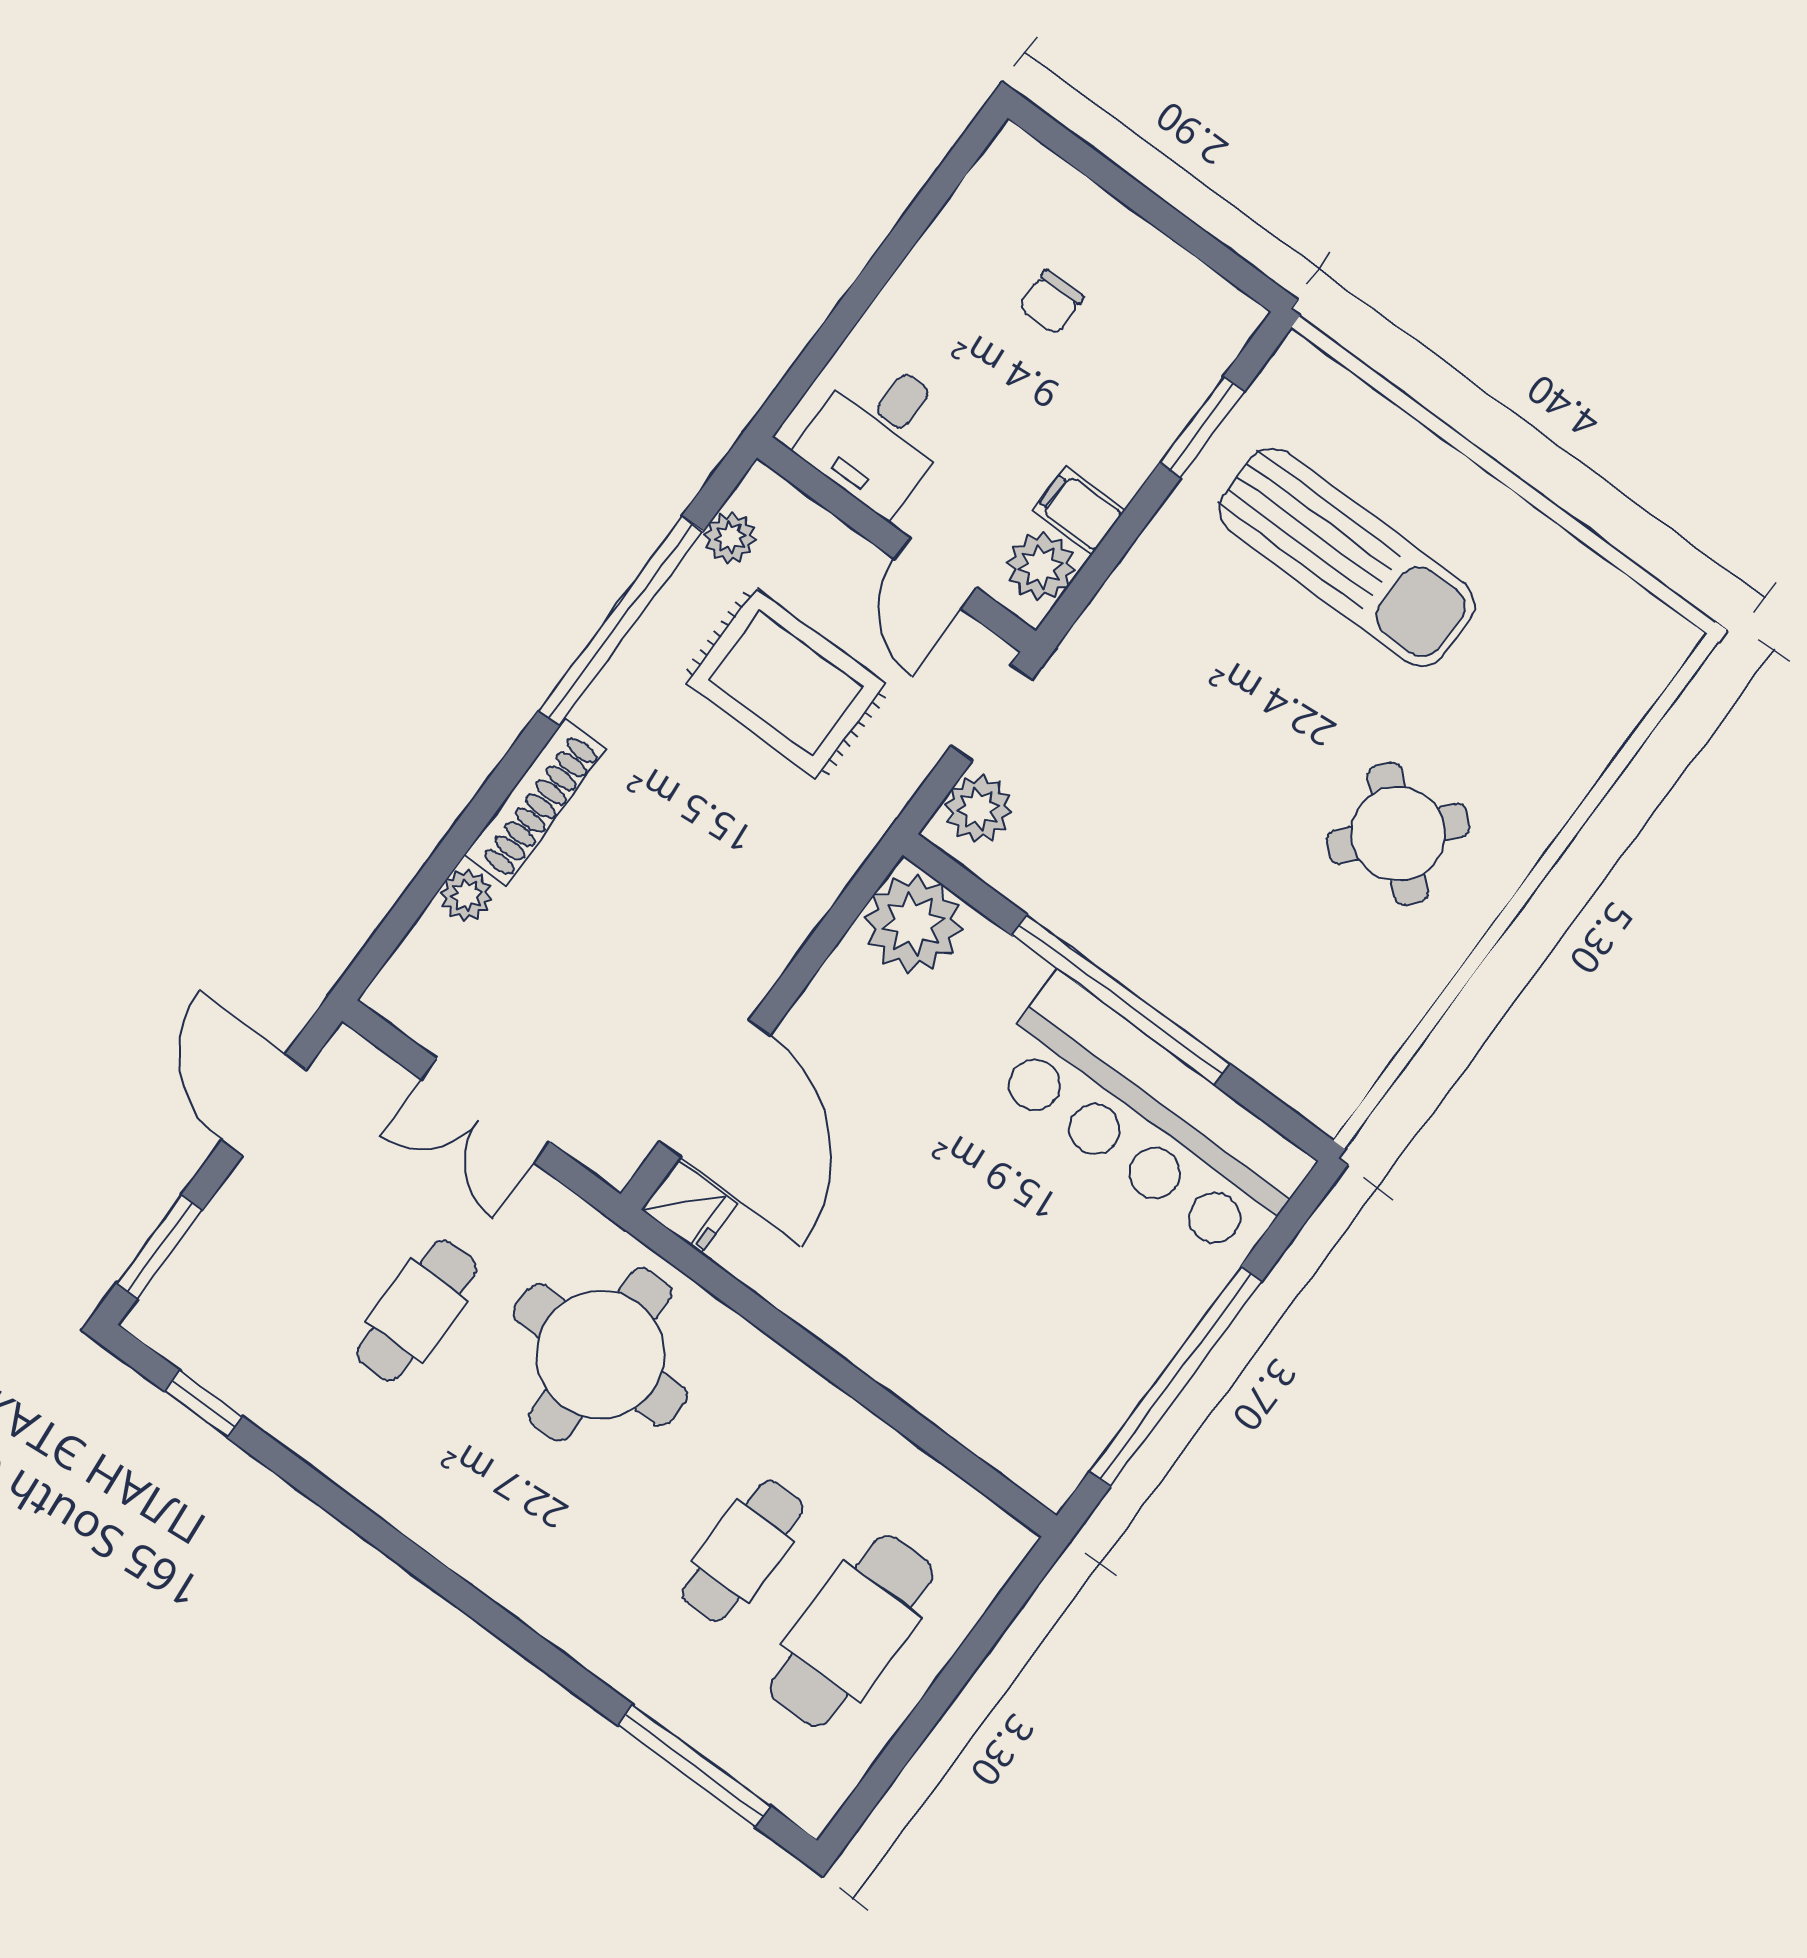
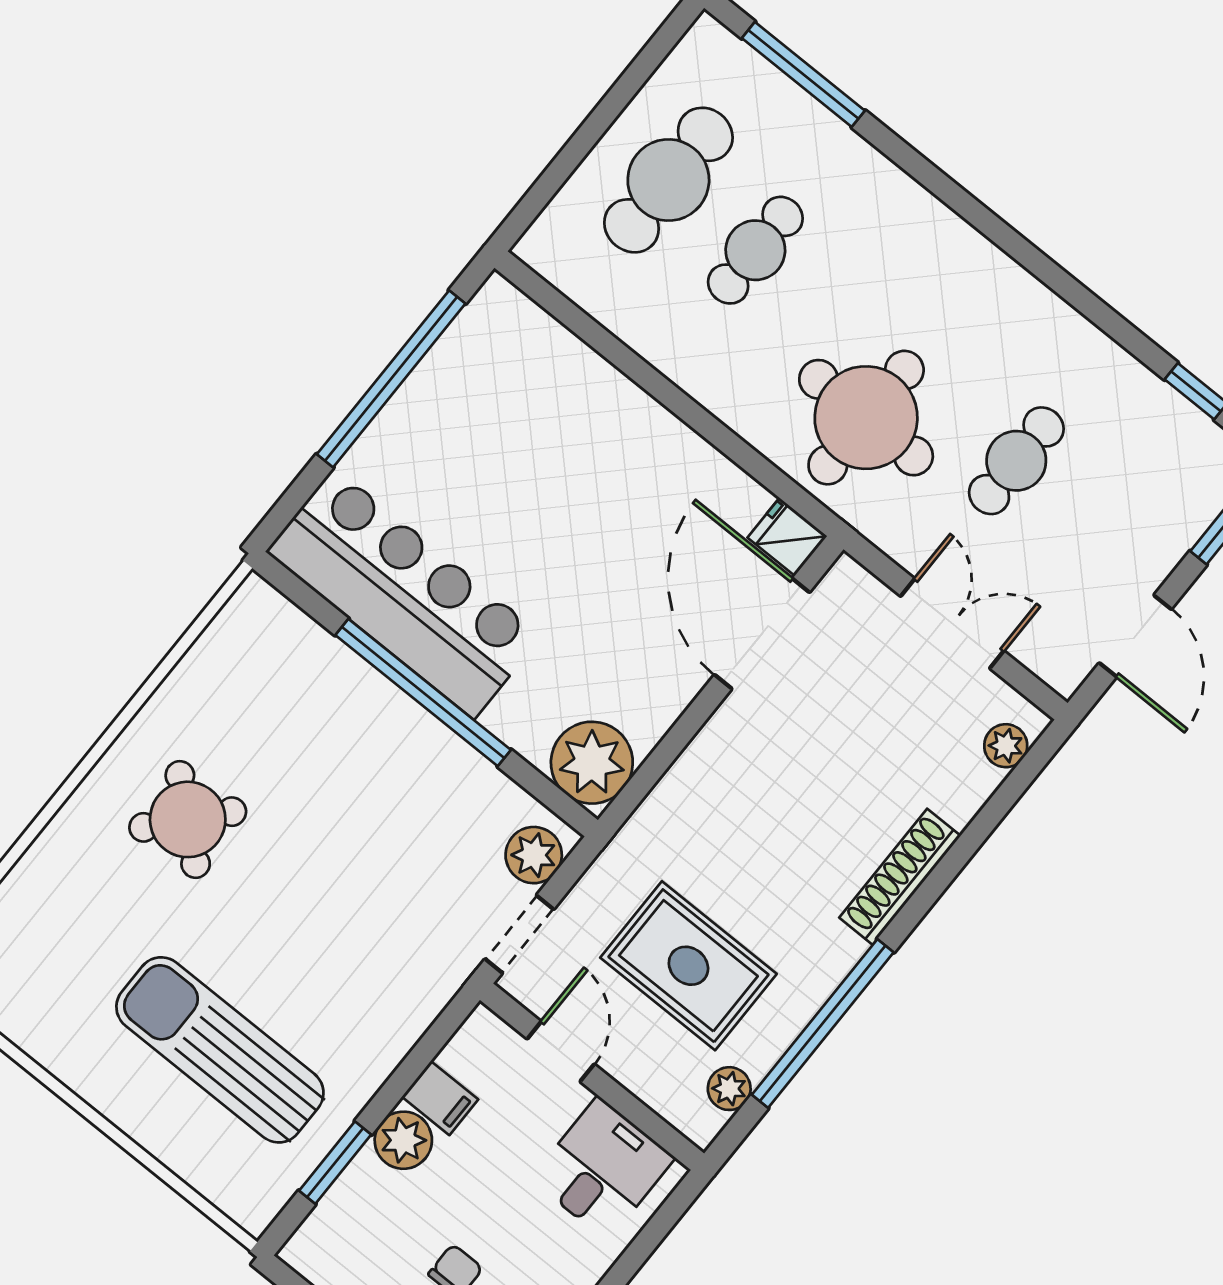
plant: (1041, 566) -> (403, 1140), moved
plant: (466, 895) -> (1006, 746), moved

